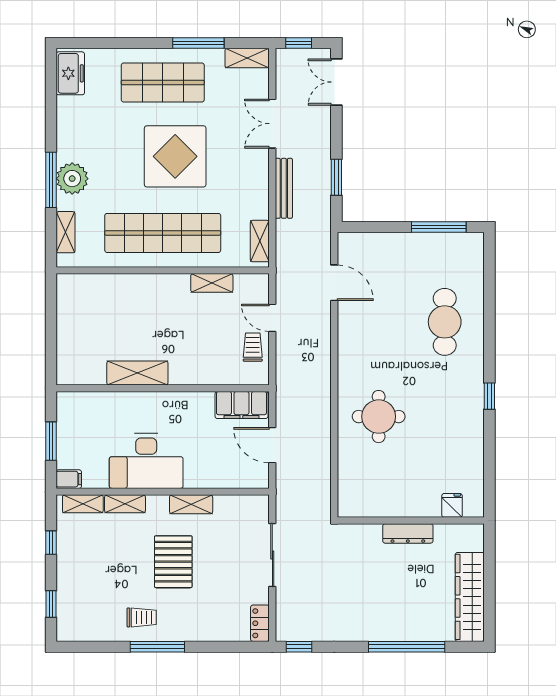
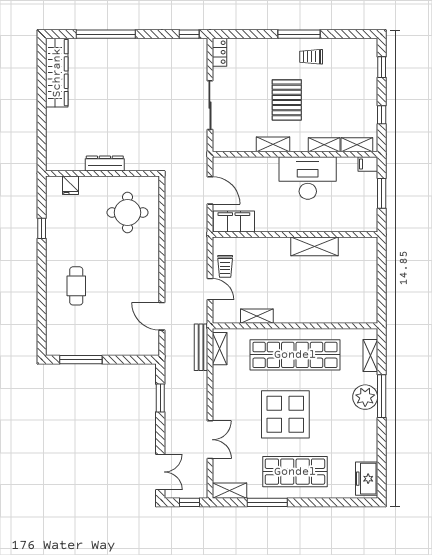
bench: (284, 188) -> (201, 347), moved
cafe table: (445, 322) -> (76, 286), width x0.73, depth x0.74
fridge: (452, 505) -> (71, 185), moved
wall: (411, 521) -> (103, 174), moved
dresser: (408, 533) -> (105, 164), moved

